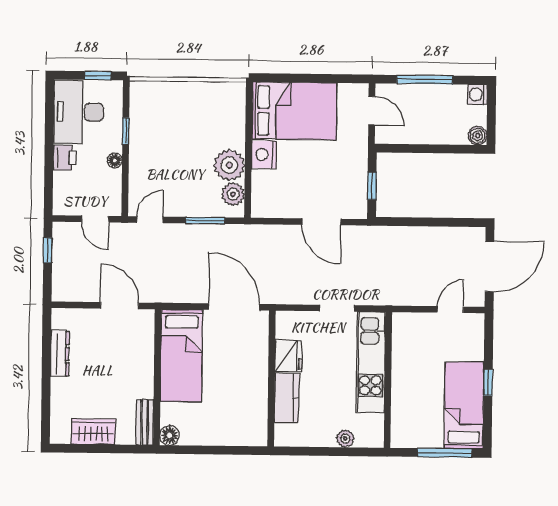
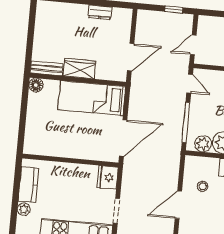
stool: (293, 190) -> (203, 186), added
window: (205, 220) -> (186, 123), width x1.44
dresser: (60, 354) -> (100, 12), width x0.70
fridge: (288, 356) -> (108, 177), moved, turned 90
kitchen counter: (287, 398) -> (28, 185), moved, turned -90
wardrobe: (93, 432) -> (80, 68), moved, turned -90

